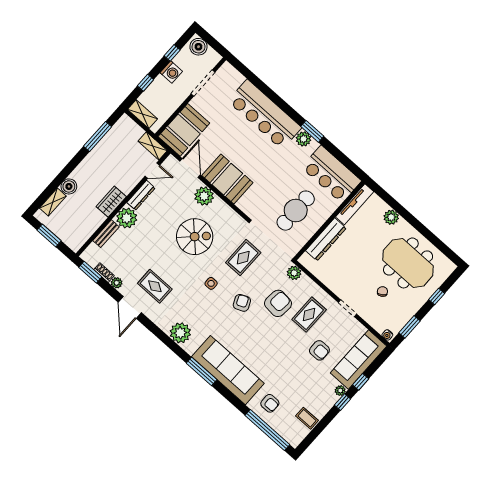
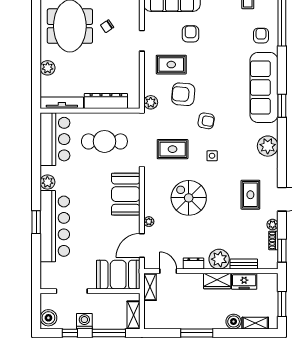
window: (145, 83) -> (109, 333), width x2.17
window: (312, 131) -> (36, 222), moved
window: (98, 137) -> (197, 333), moved
booth: (227, 179) -> (126, 194), moved
dresser: (141, 195) -> (193, 264), width x0.70
plant: (204, 196) -> (149, 222), width x0.53, depth x0.53
freezer: (93, 222) -> (244, 281), added
armchair: (242, 303) -> (206, 121), turned -146
window: (202, 371) -> (282, 106), width x0.69

